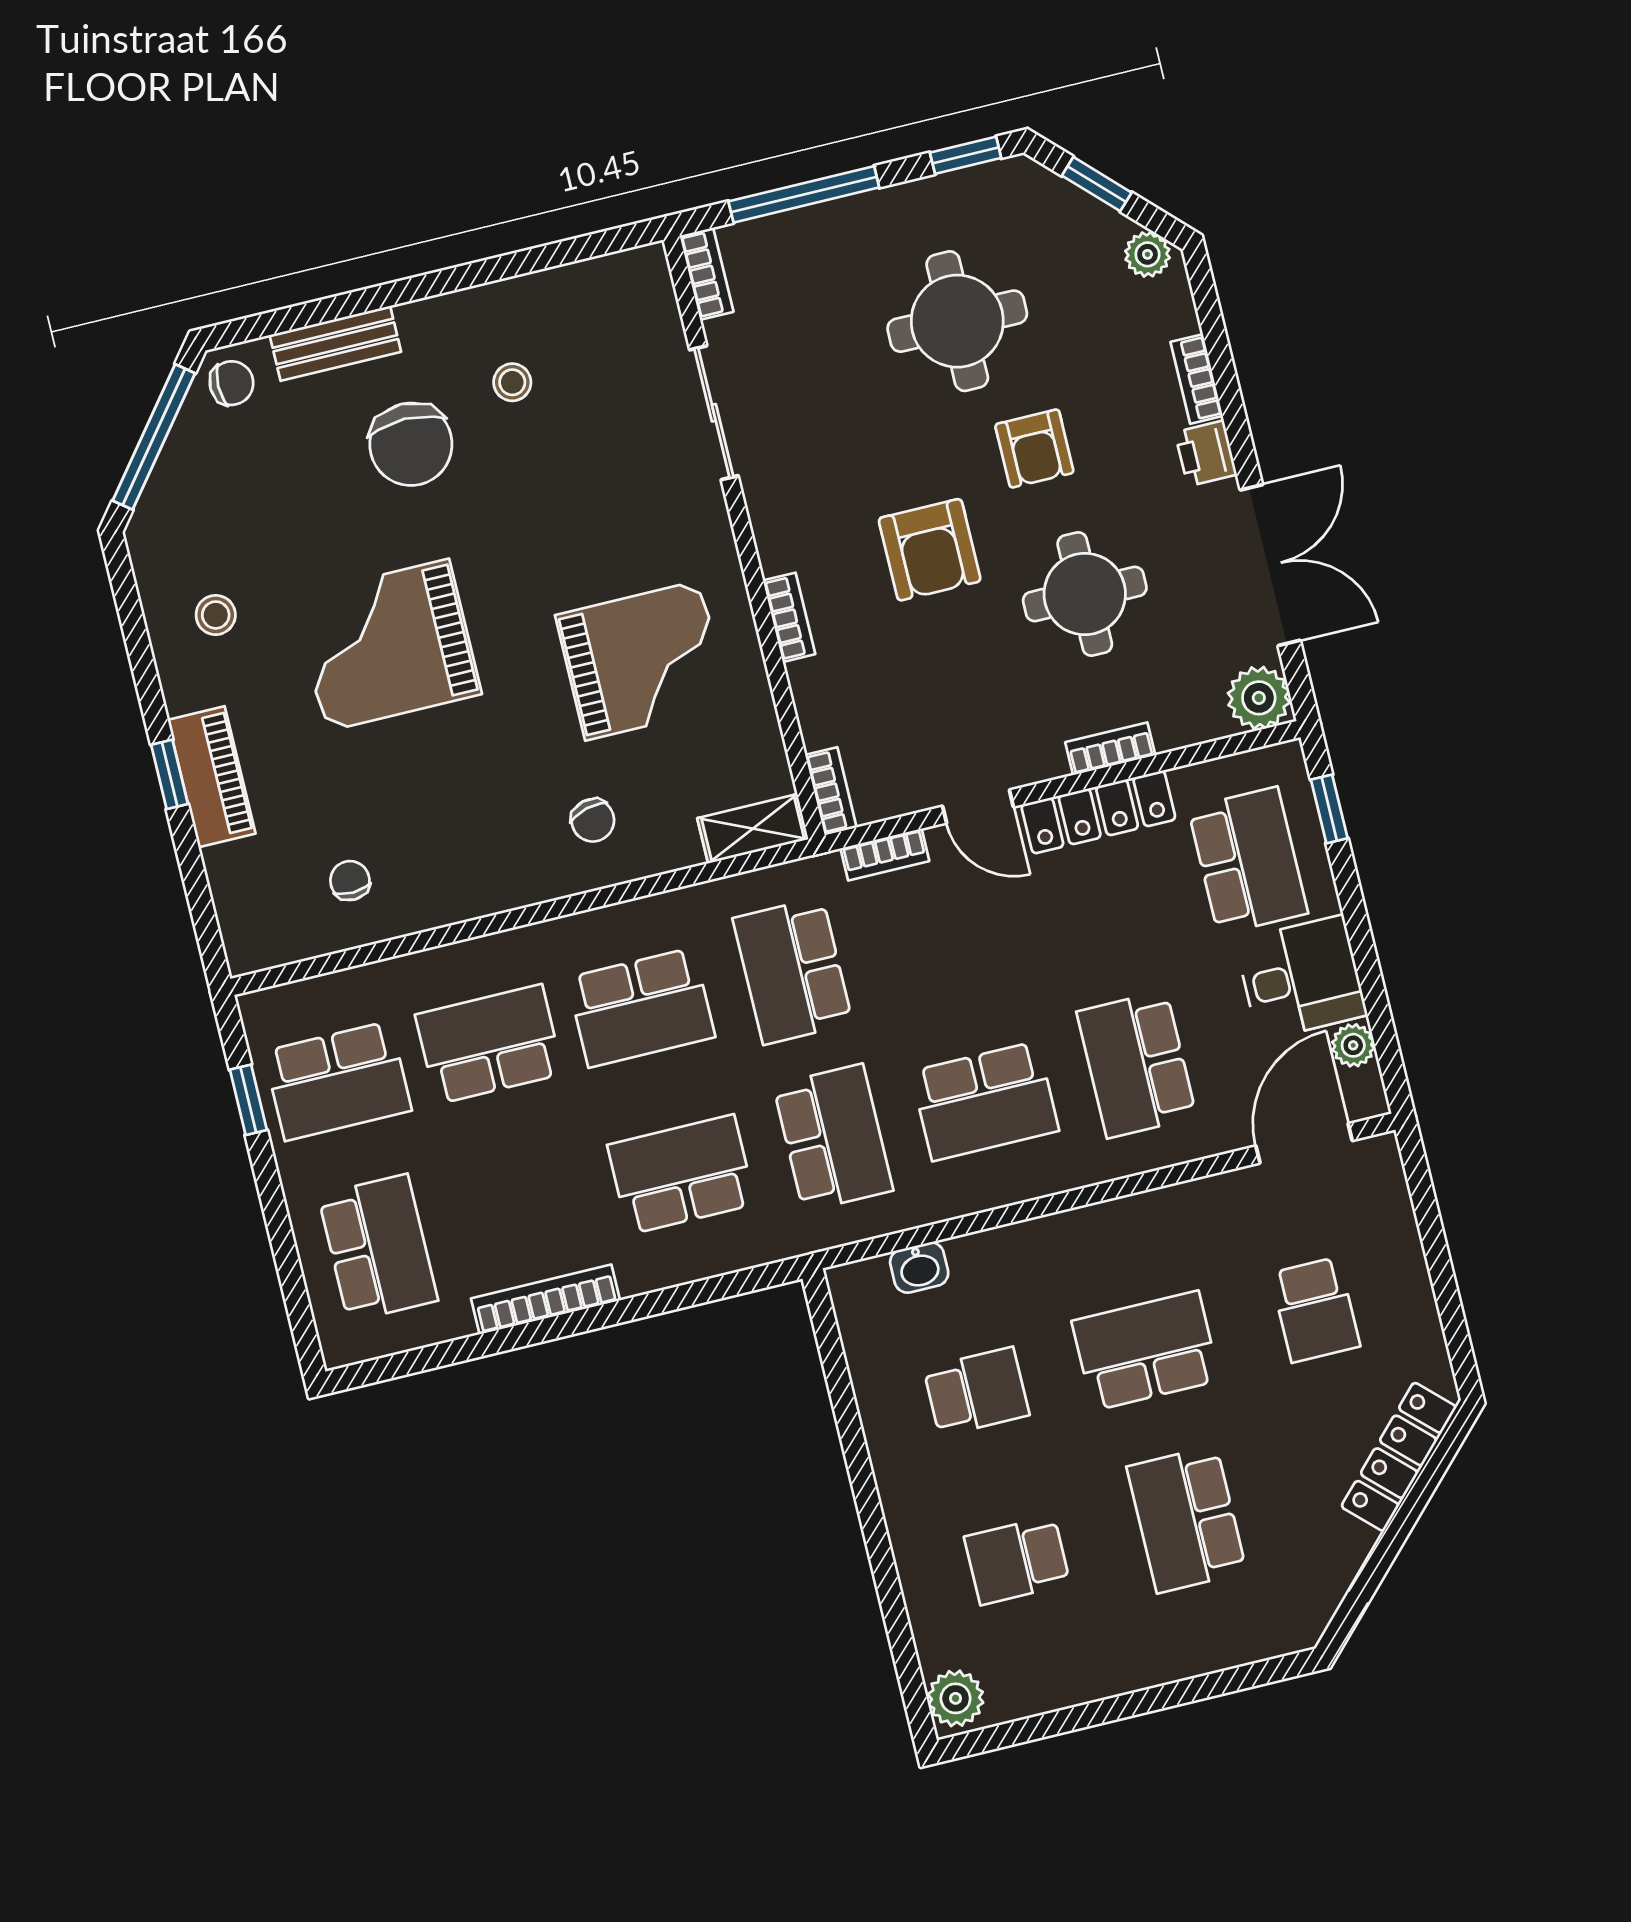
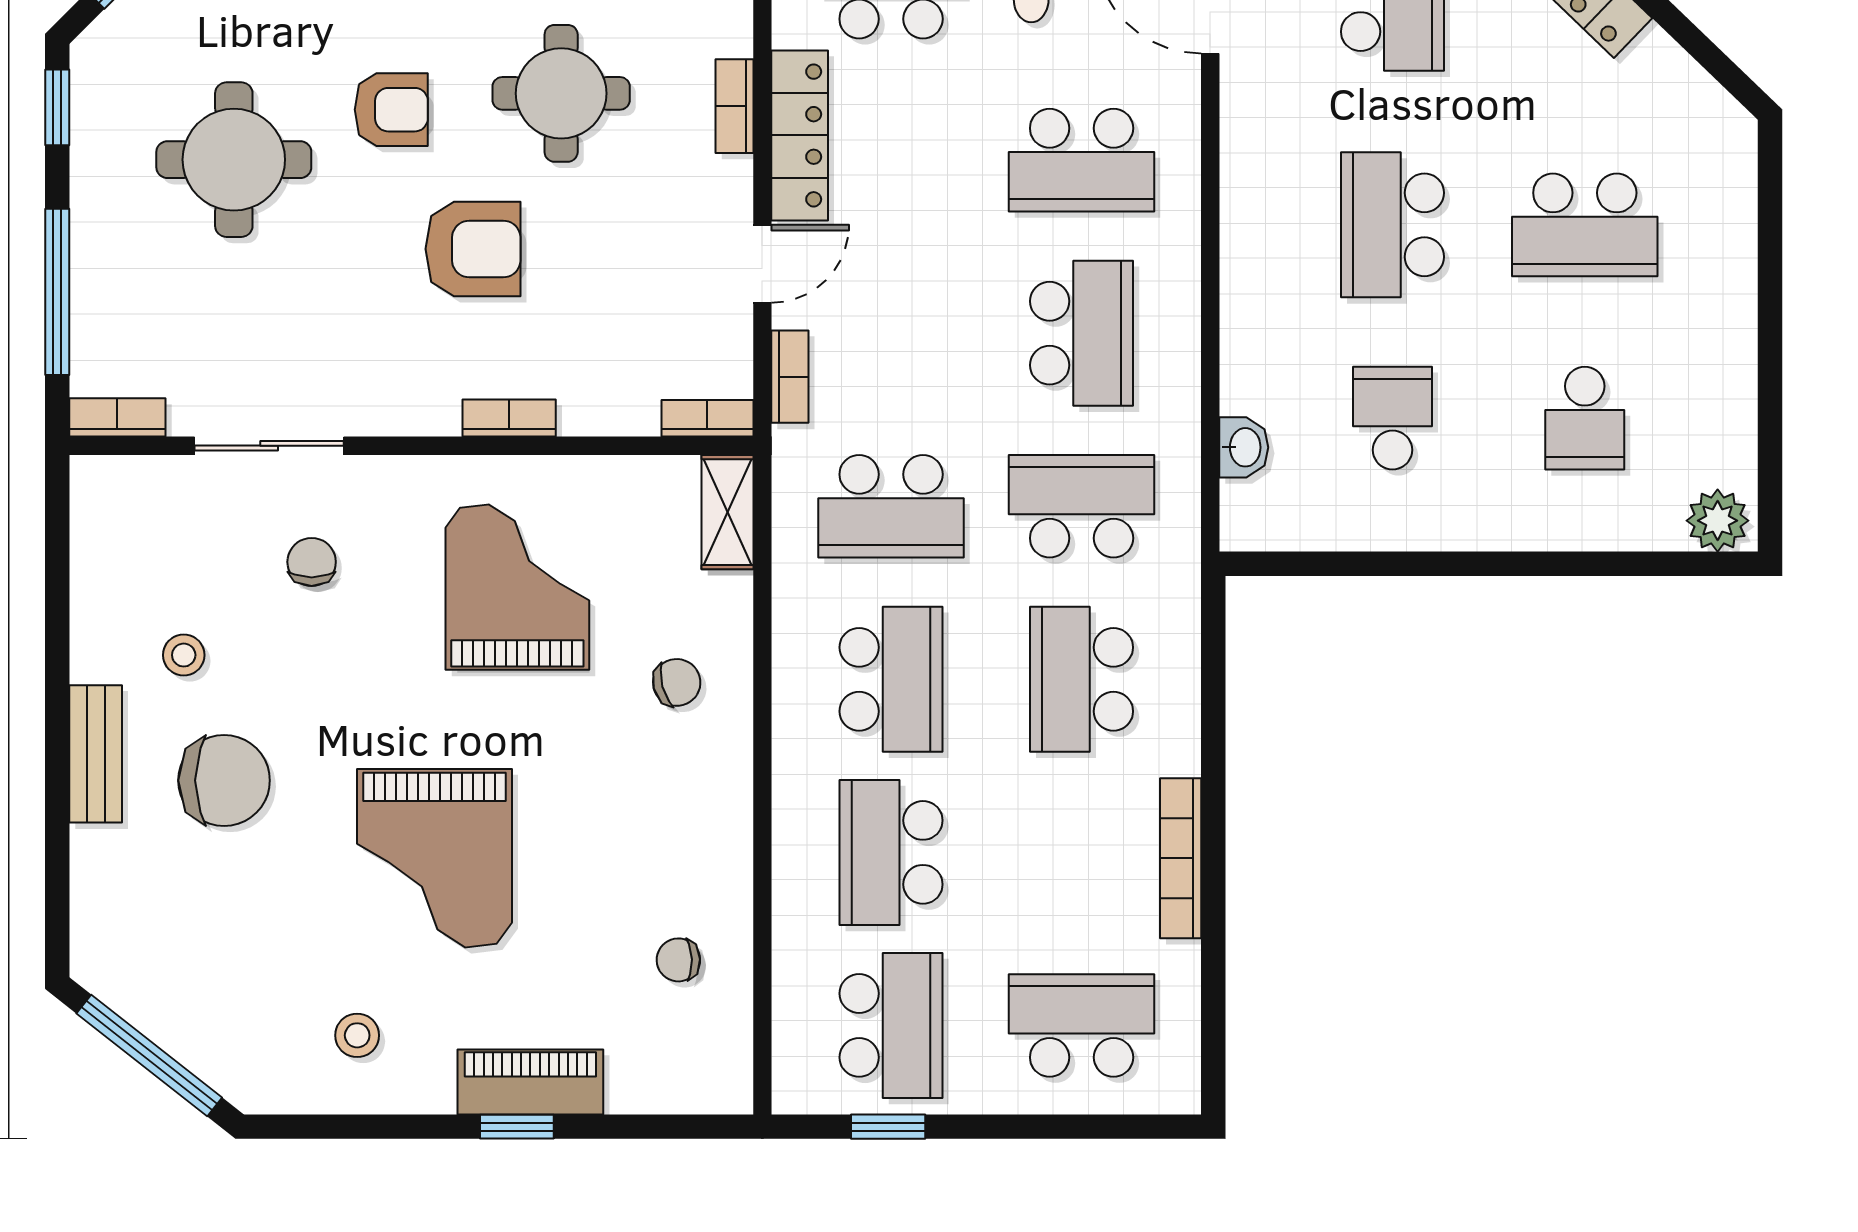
bench: (335, 343) -> (96, 754), moved
chair: (232, 383) -> (312, 562), moved

